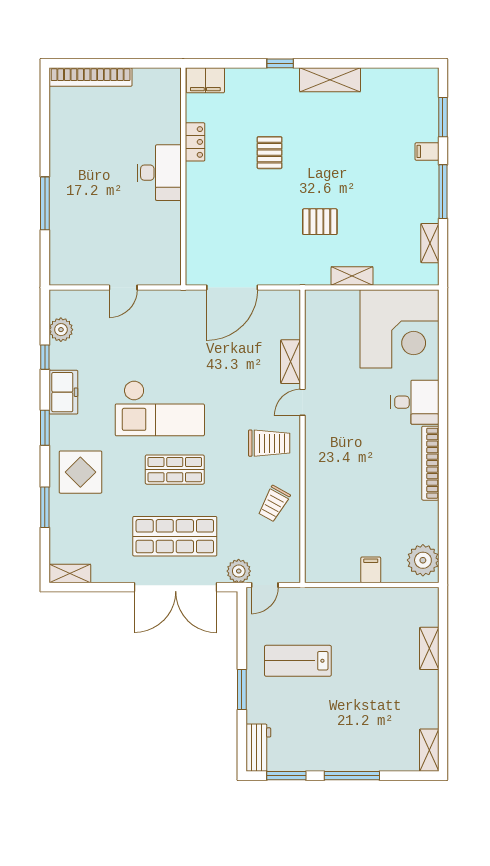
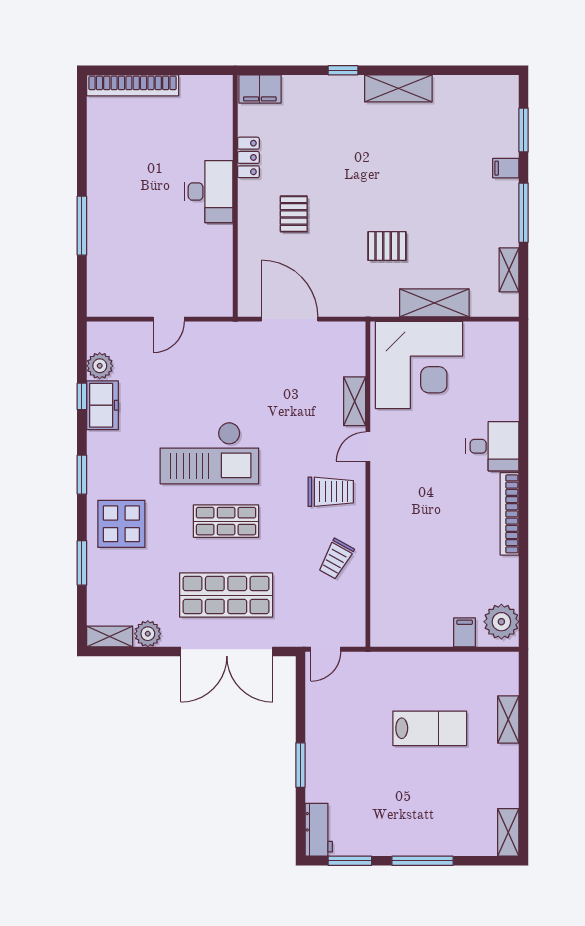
pallet: (270, 153) -> (294, 214), moved
shelving: (352, 276) -> (434, 303), width x1.50, depth x1.33
door: (232, 288) -> (290, 319), swing flipped
corner desk: (399, 329) -> (419, 365), moved
freezer: (63, 392) -> (102, 405), moved
filing cabinet: (371, 570) -> (465, 632), moved
plant: (239, 571) -> (148, 634), moved
lab bench: (298, 661) -> (430, 728), moved, turned 180

